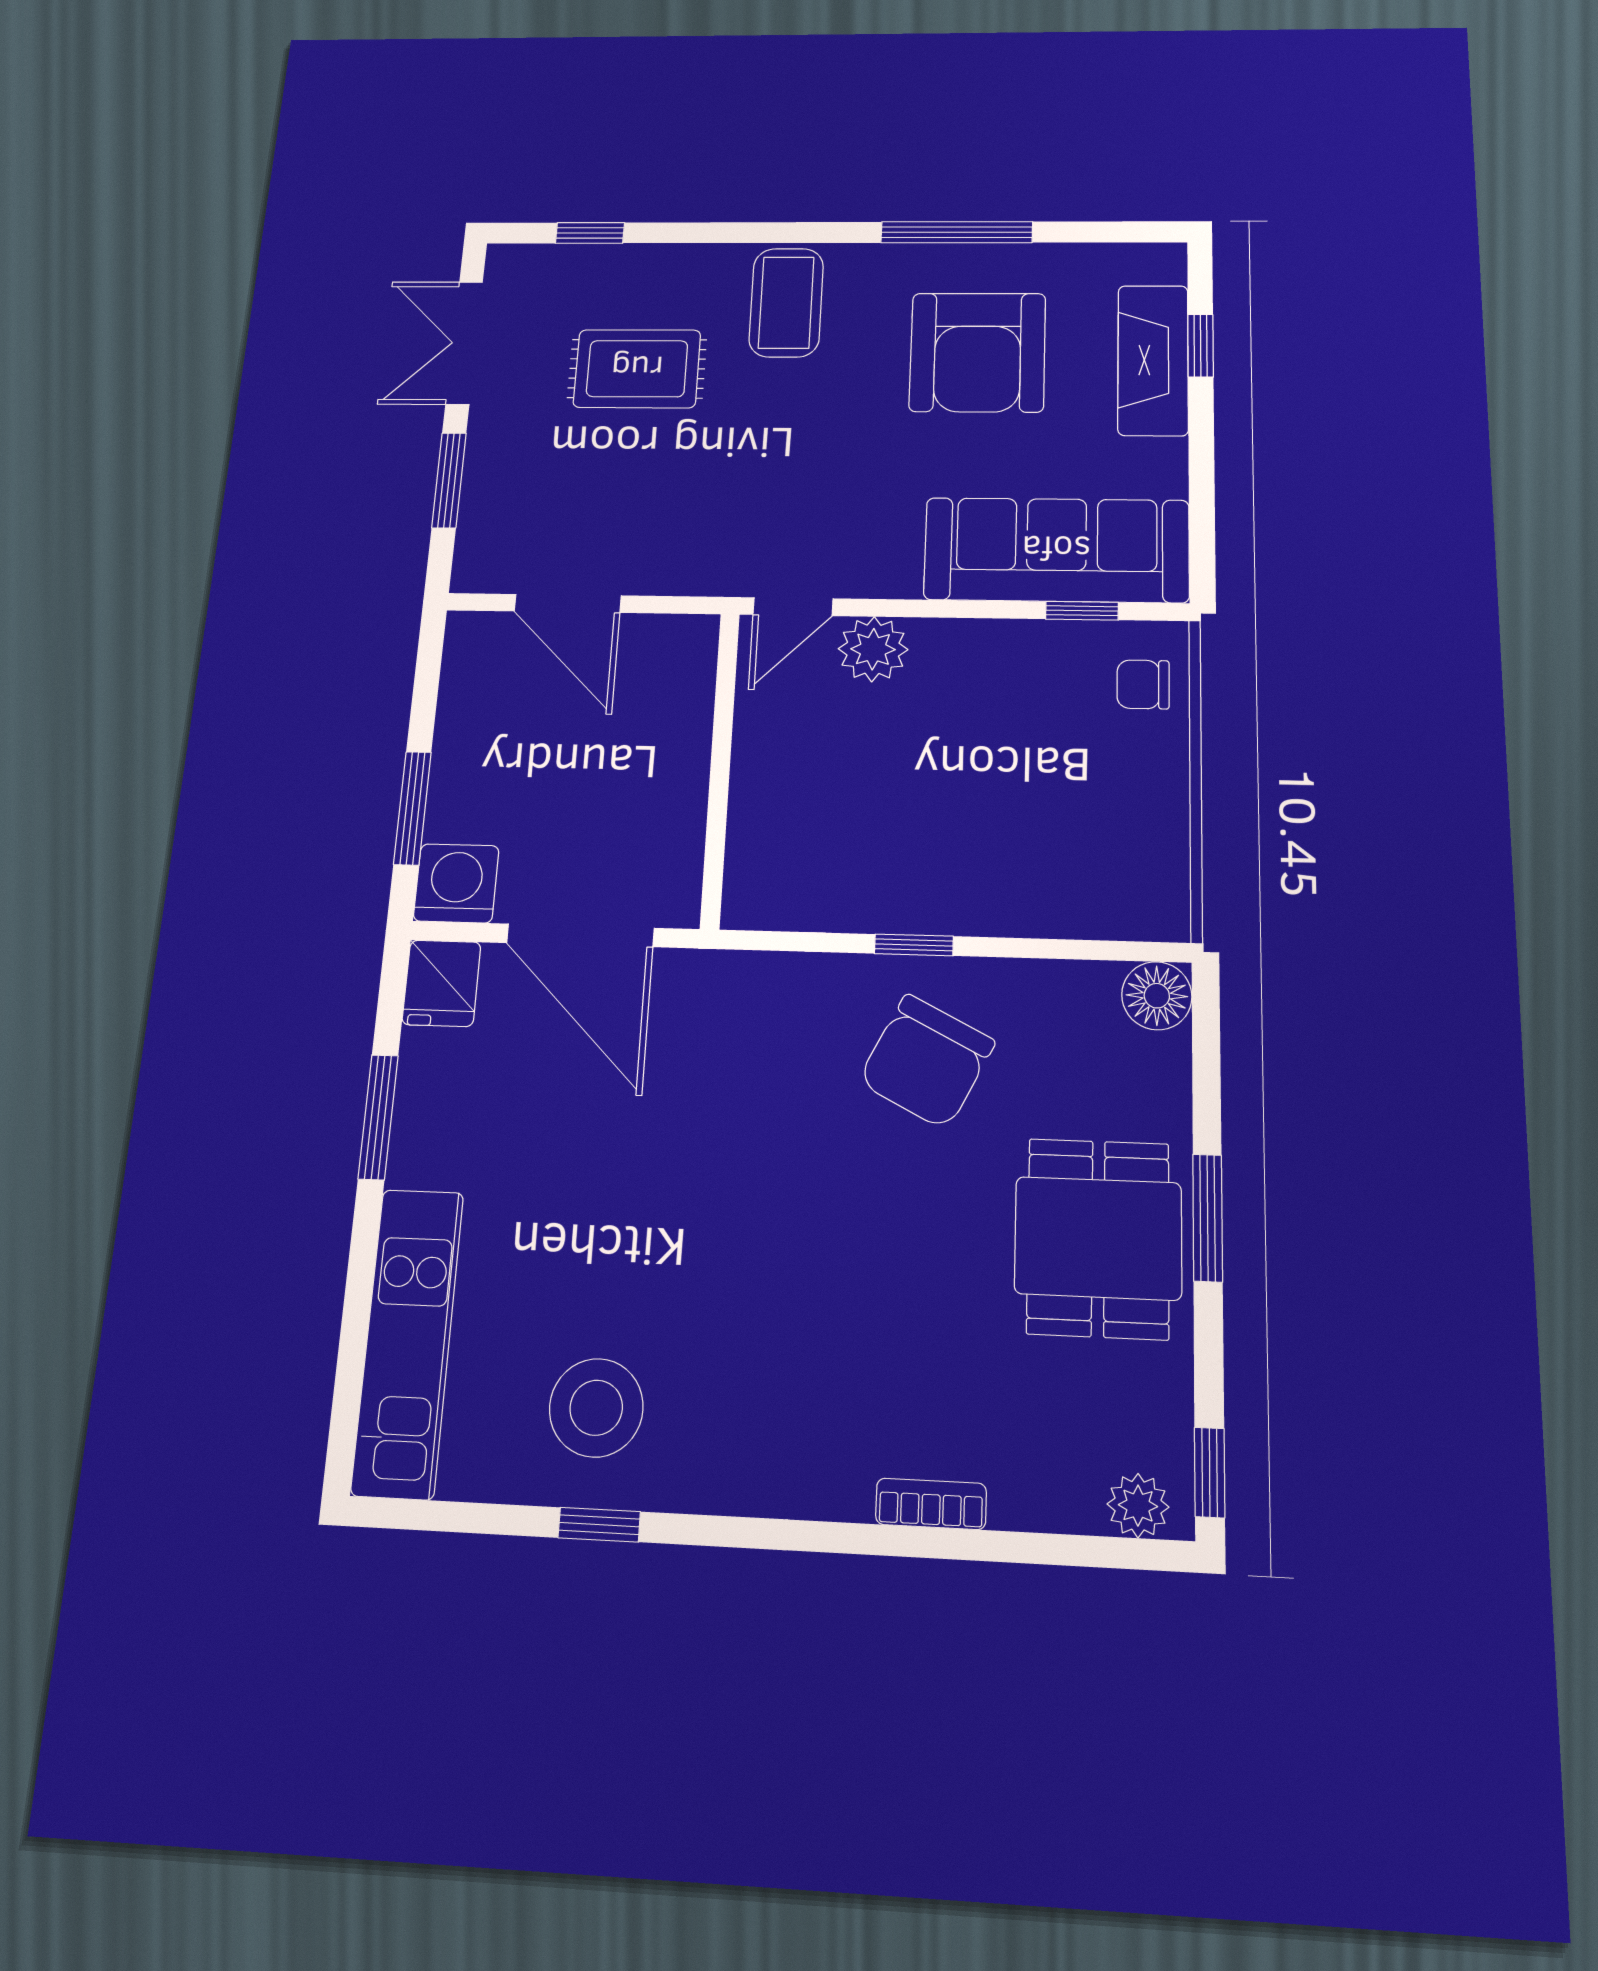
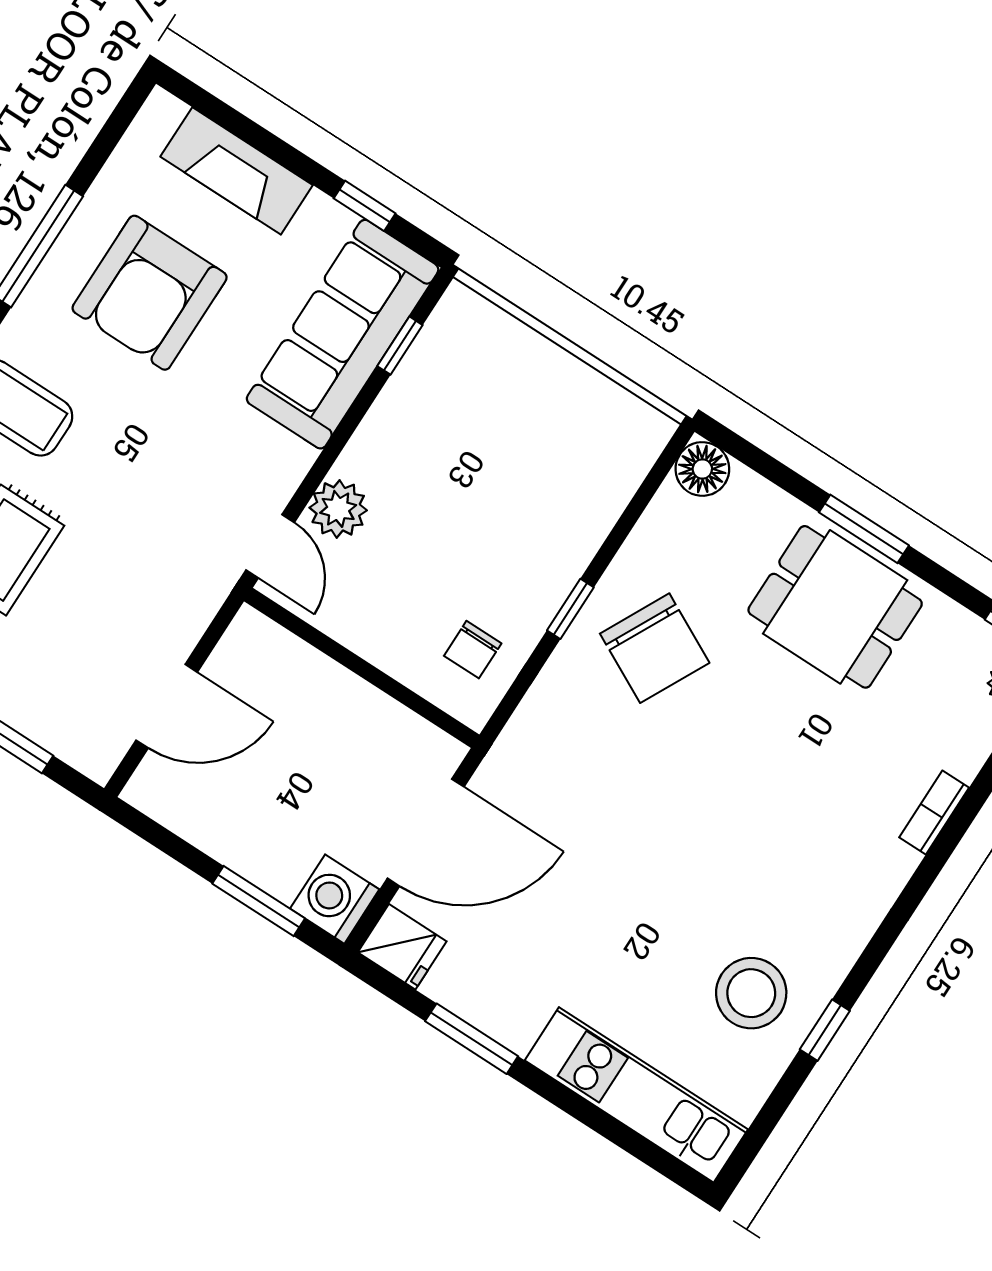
window: (1201, 346) -> (365, 206), moved
armchair: (978, 352) -> (150, 293), turned 90
chair: (1143, 684) -> (473, 650), moved

